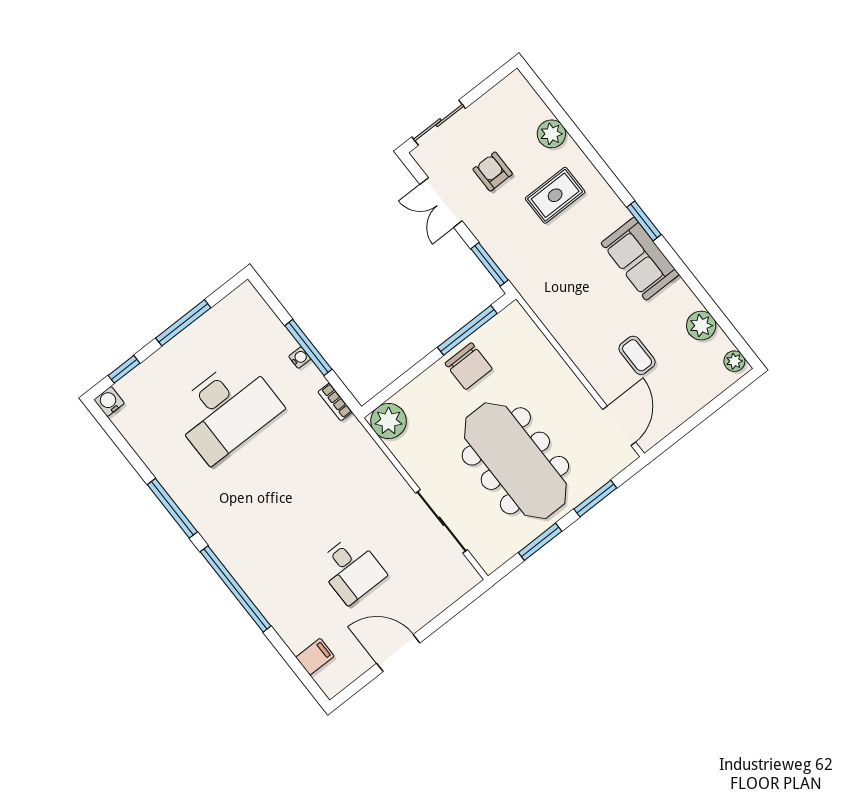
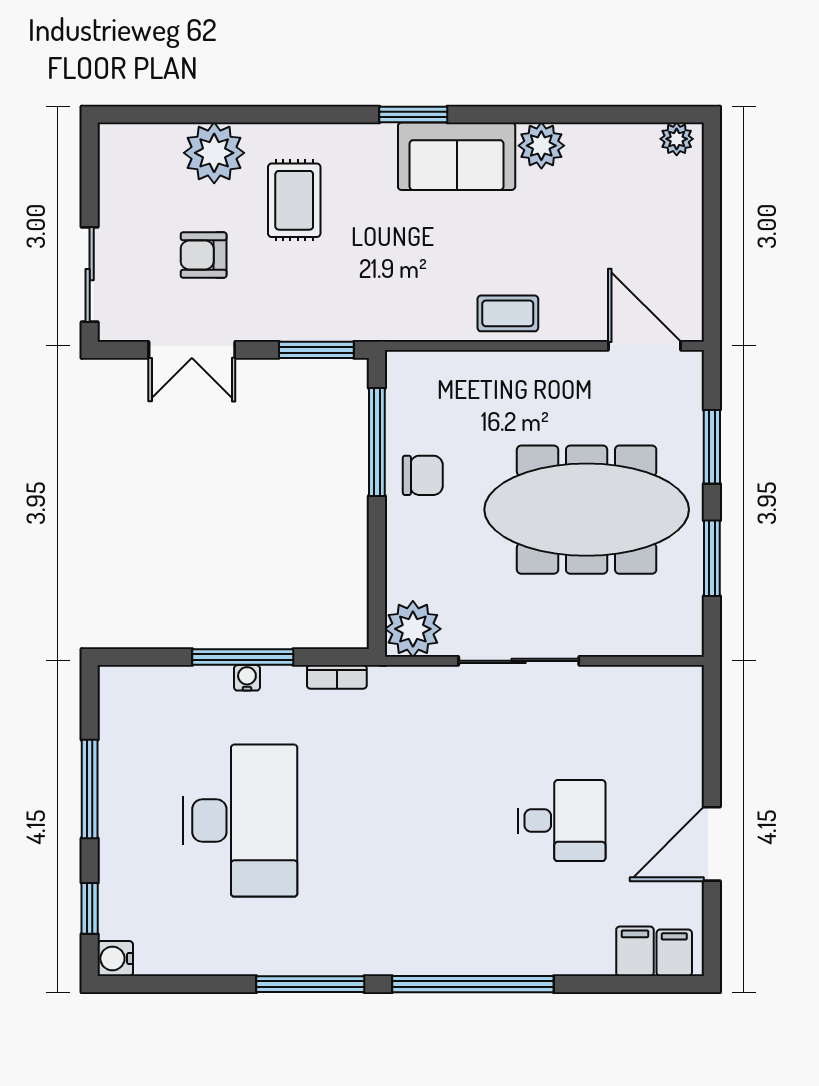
plant: (551, 134) -> (214, 153), width x1.36, depth x1.36
plant: (701, 326) -> (541, 146), moved
coffee table: (637, 355) -> (508, 313), moved
chair: (469, 366) -> (423, 475), width x0.73, depth x0.73
sliding door: (442, 521) -> (519, 661), moved
filing cabinet: (330, 677) -> (674, 953), added

